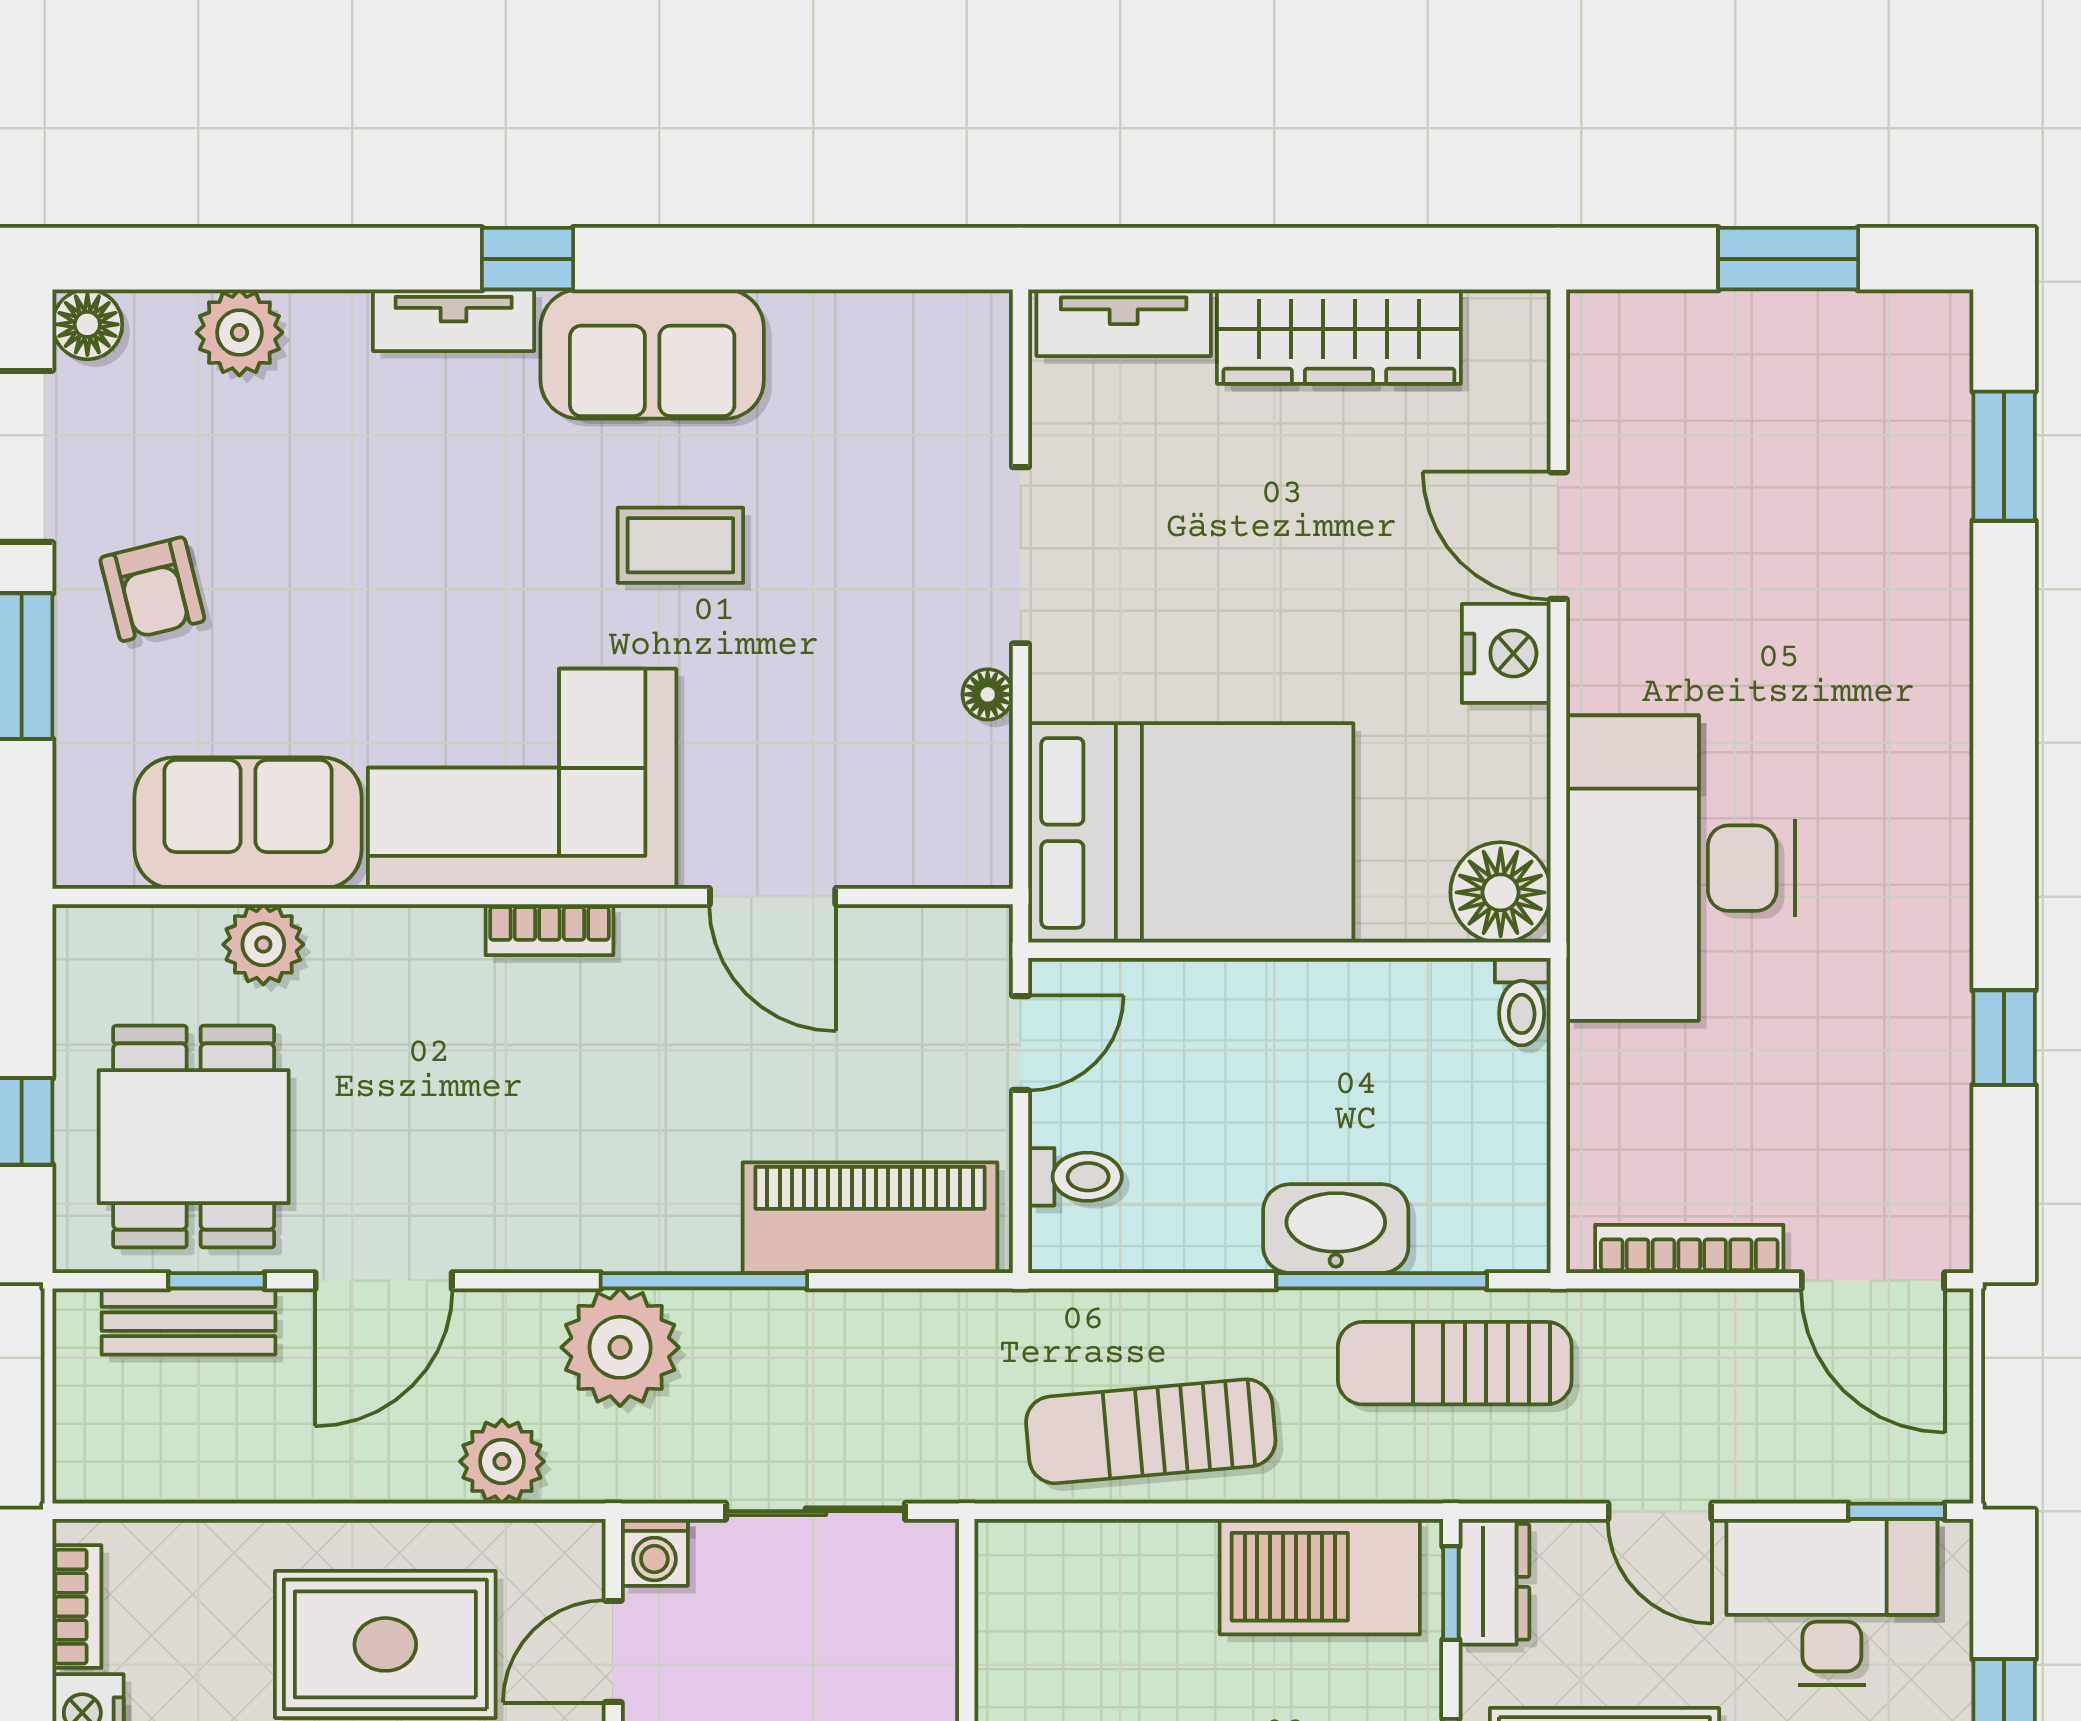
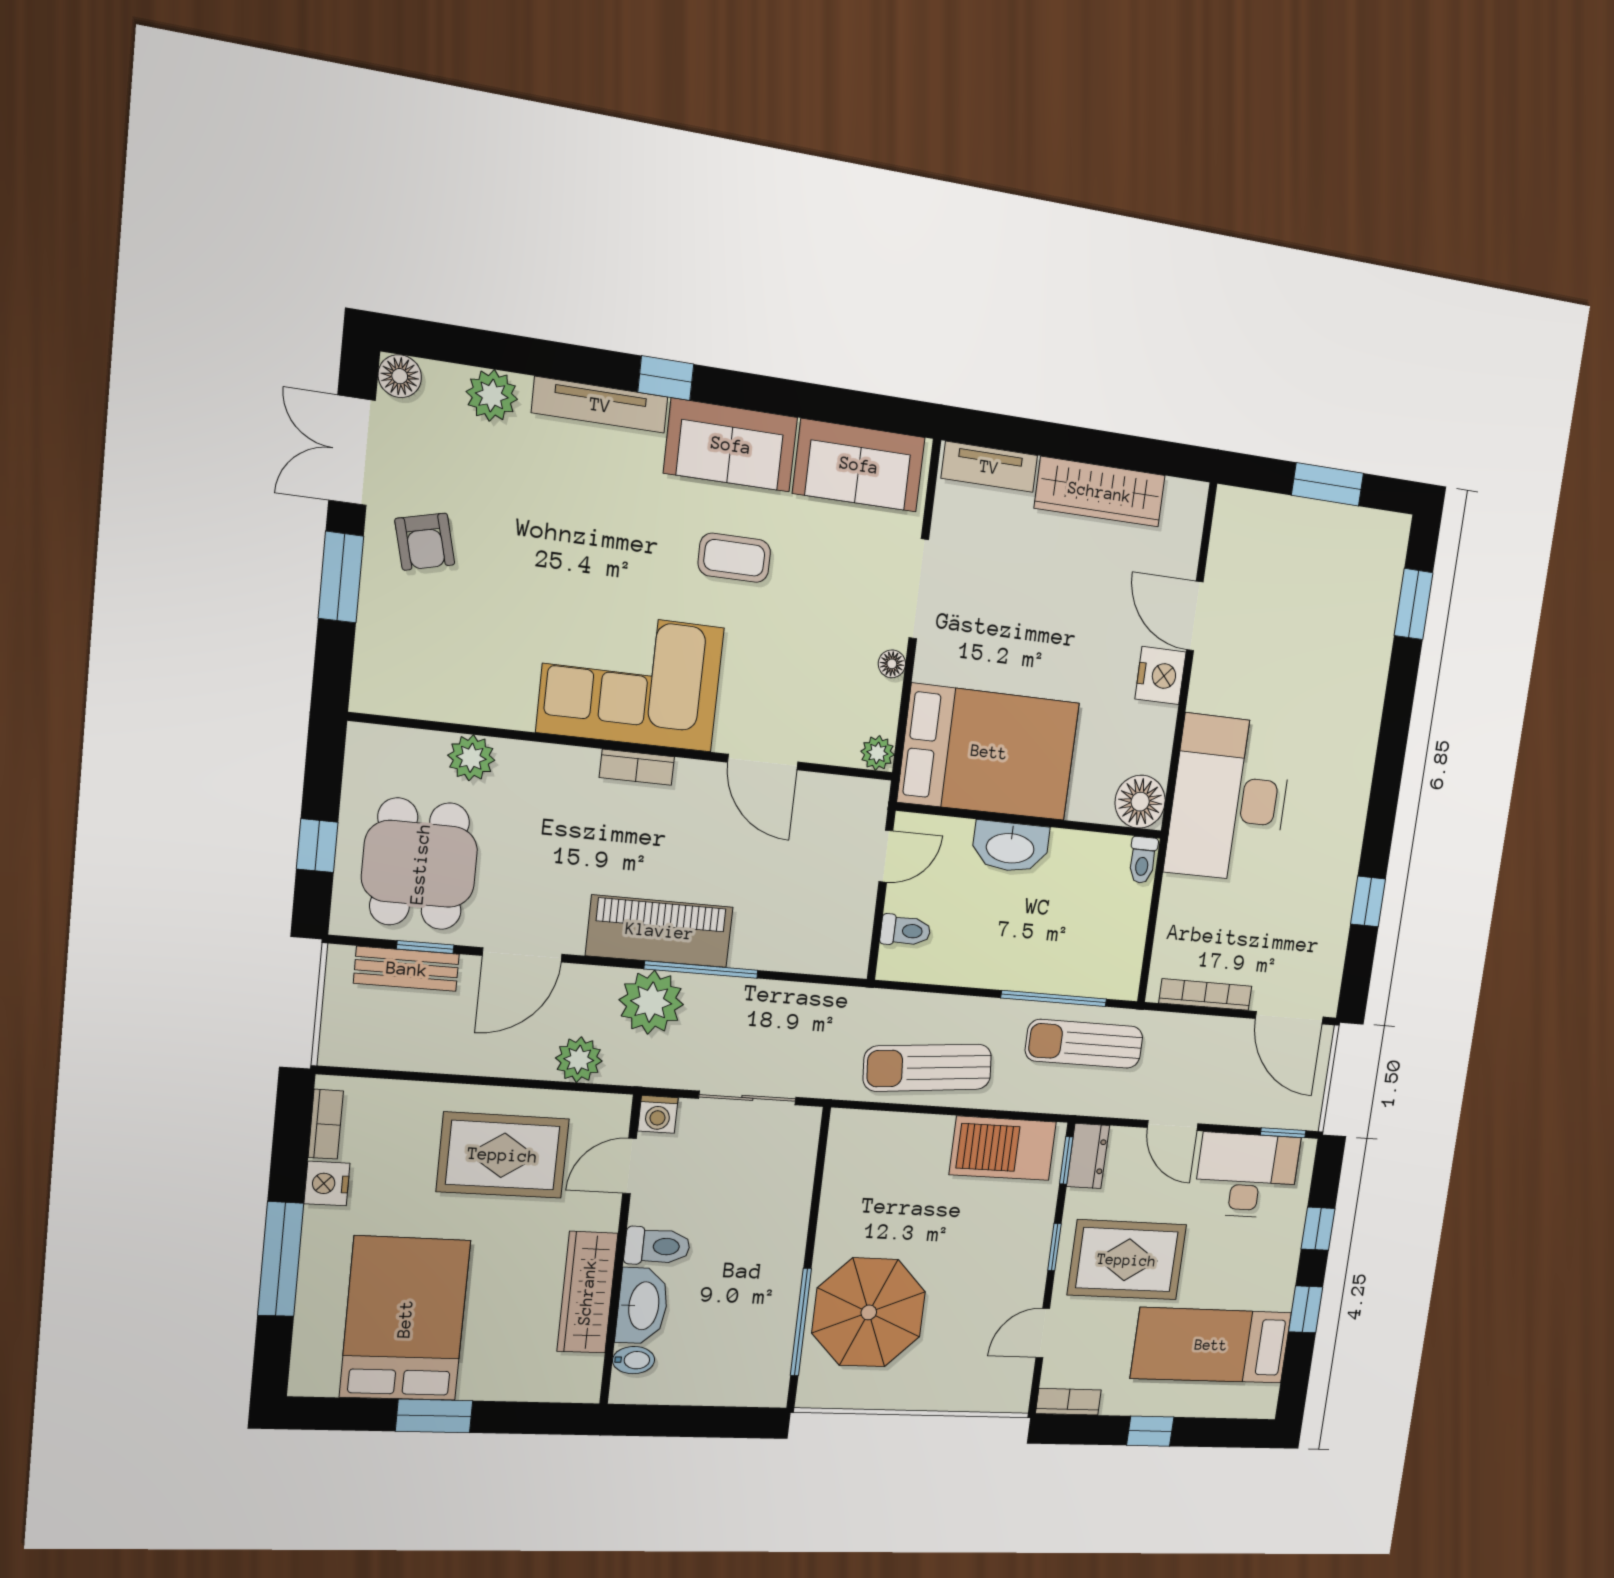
tv unit: (454, 320) -> (600, 405), width x1.41
sofa: (248, 823) -> (859, 465), moved, turned 180
plant: (981, 857) -> (877, 753), added
piano: (870, 1218) -> (660, 931), moved
washbasin: (1336, 1229) -> (1010, 847), moved, turned 180

